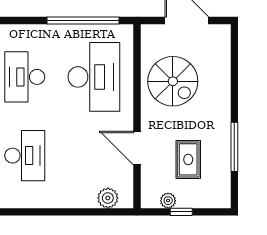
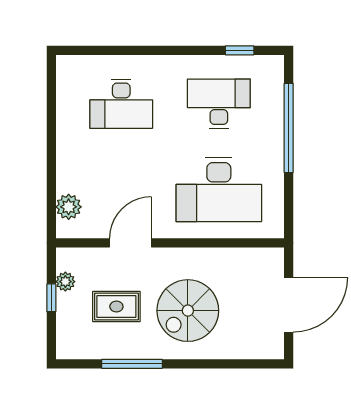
window: (83, 21) -> (289, 128), moved
spiral stairs: (173, 81) -> (188, 311), moved

